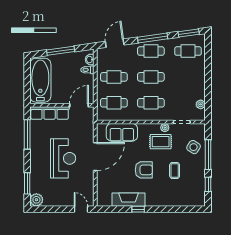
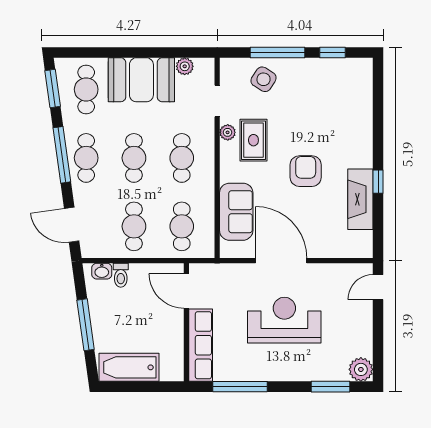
bathtub: (40, 80) -> (129, 367), width x0.73, depth x0.73
booth: (193, 81) -> (141, 80), added
coffee table: (175, 171) -> (307, 114), removed

